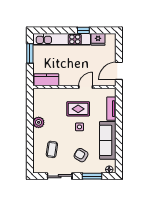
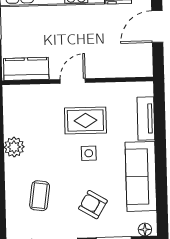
door: (119, 71) -> (157, 26), moved
door: (86, 87) -> (73, 81), moved

